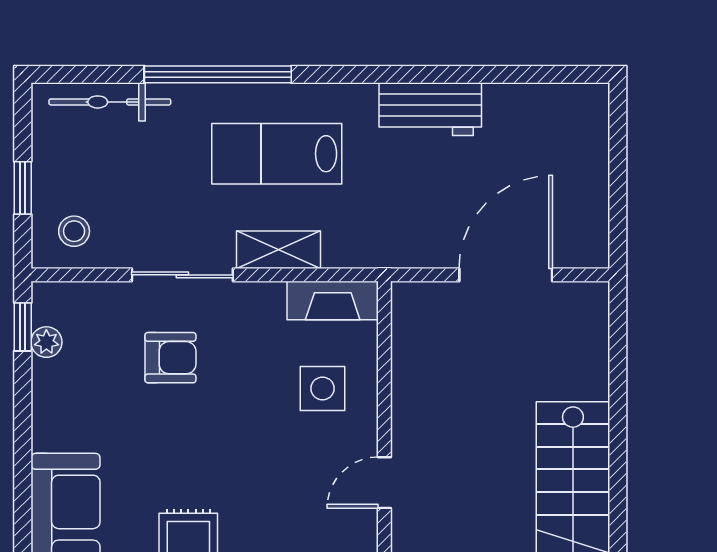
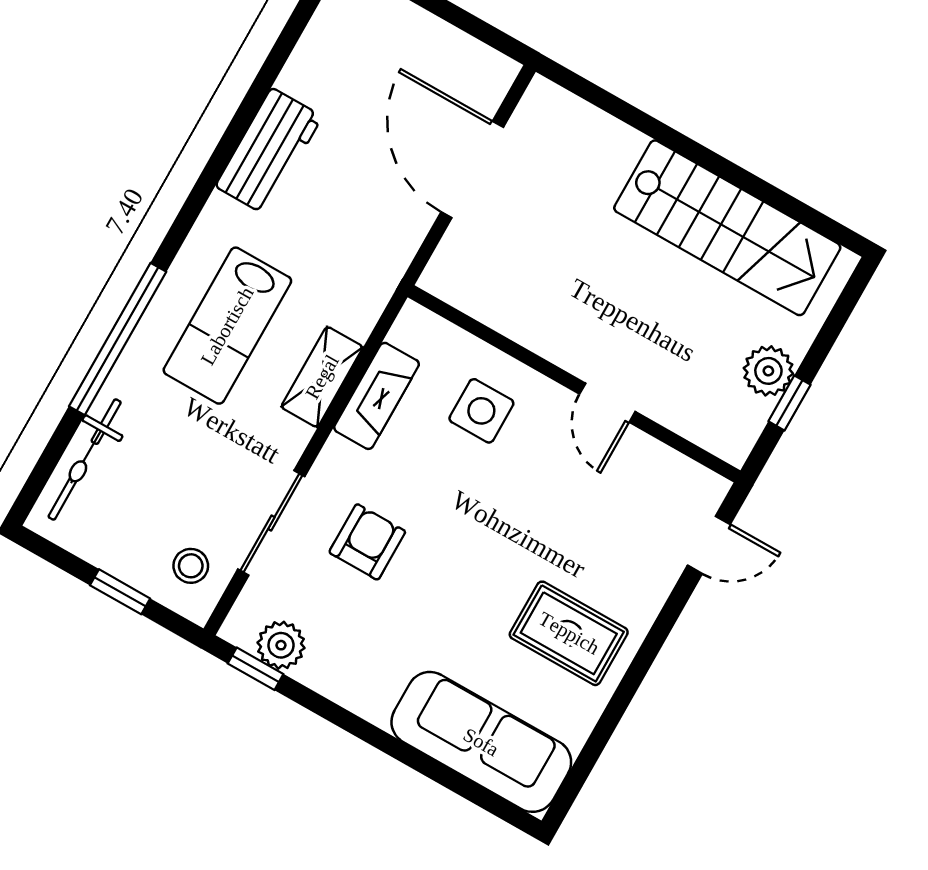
sliding door: (182, 275) -> (271, 523), moved
fireplace: (333, 300) -> (377, 396), moved
plant: (46, 342) -> (281, 645), width x1.38, depth x1.38

